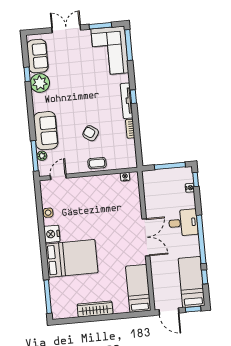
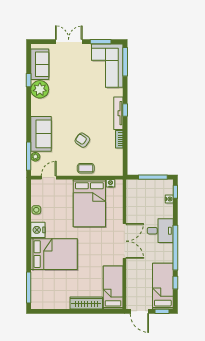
bed: (104, 200) -> (89, 203), added
wardrobe: (95, 309) -> (86, 303), moved

